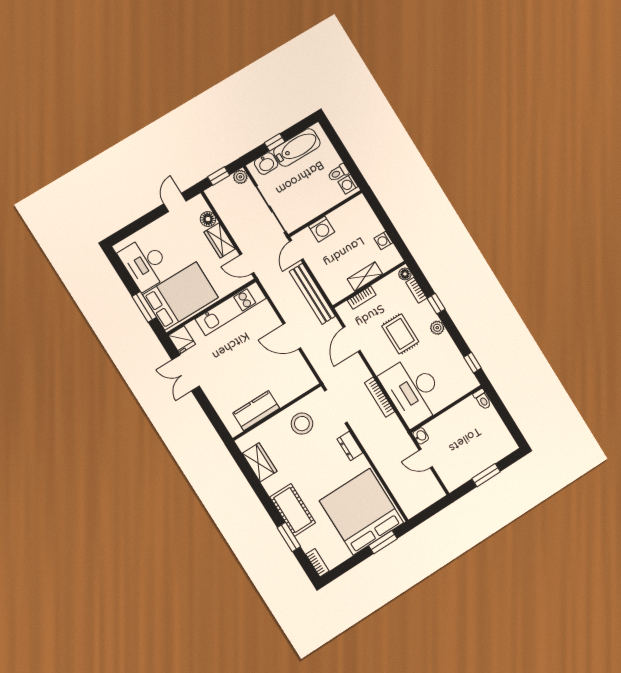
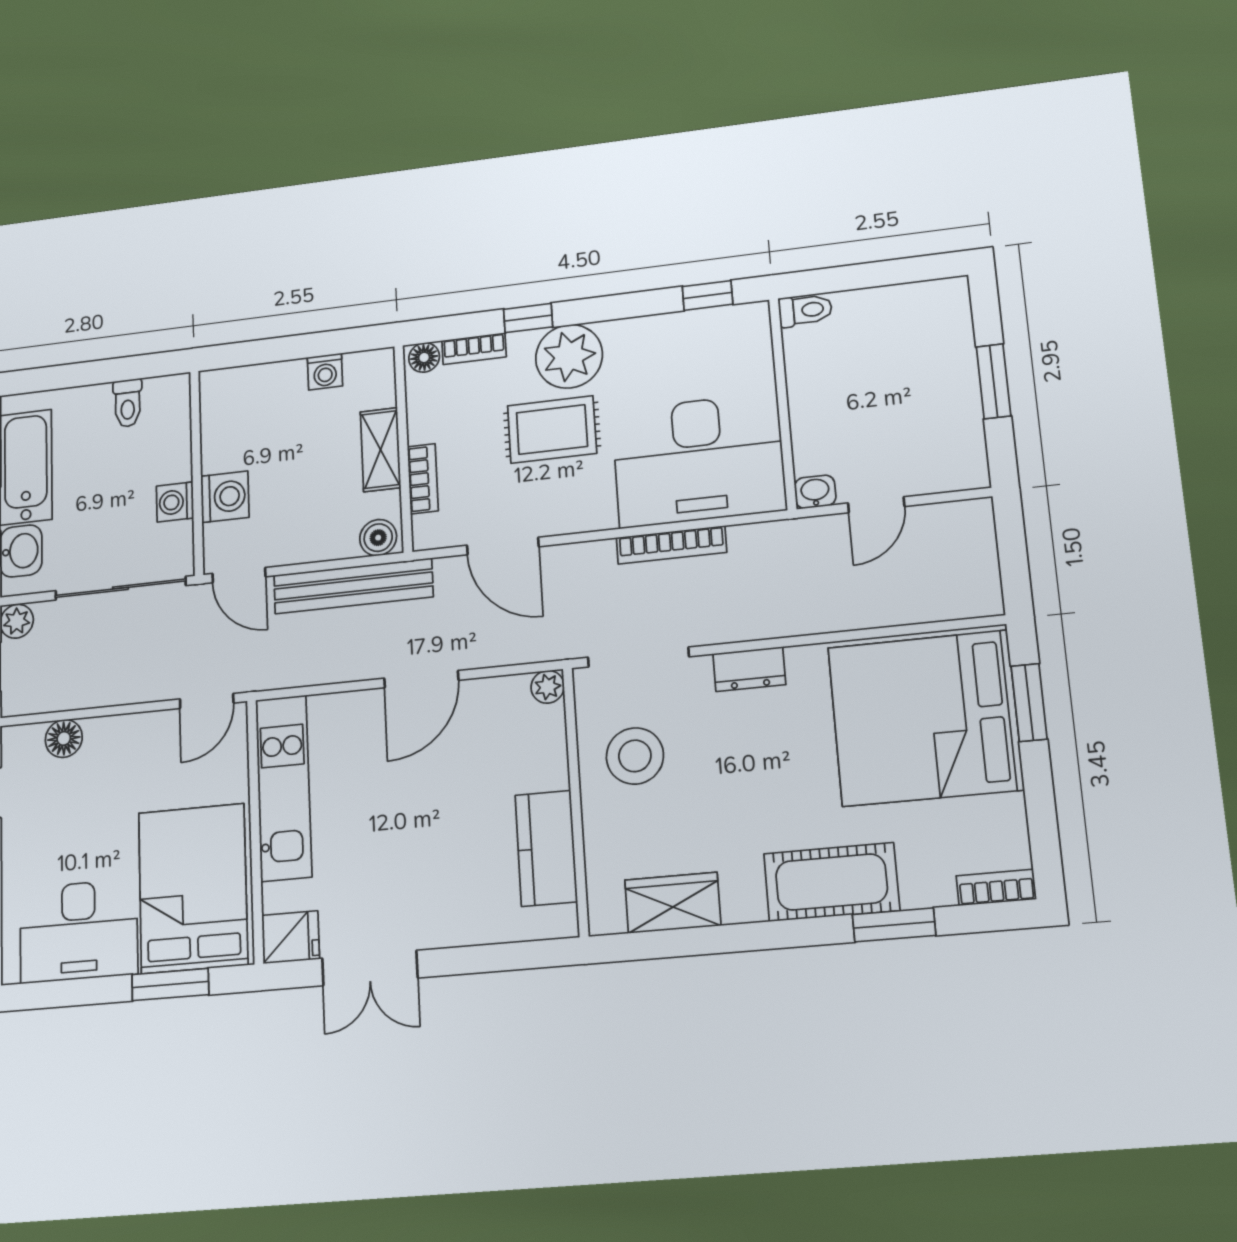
washing machine: (348, 184) -> (175, 502), moved, turned 90
wardrobe: (220, 240) -> (123, 736), removed
boiler: (334, 293) -> (378, 538), added
plant: (437, 328) -> (569, 356), width x1.88, depth x1.88
plant: (311, 381) -> (548, 687), added

